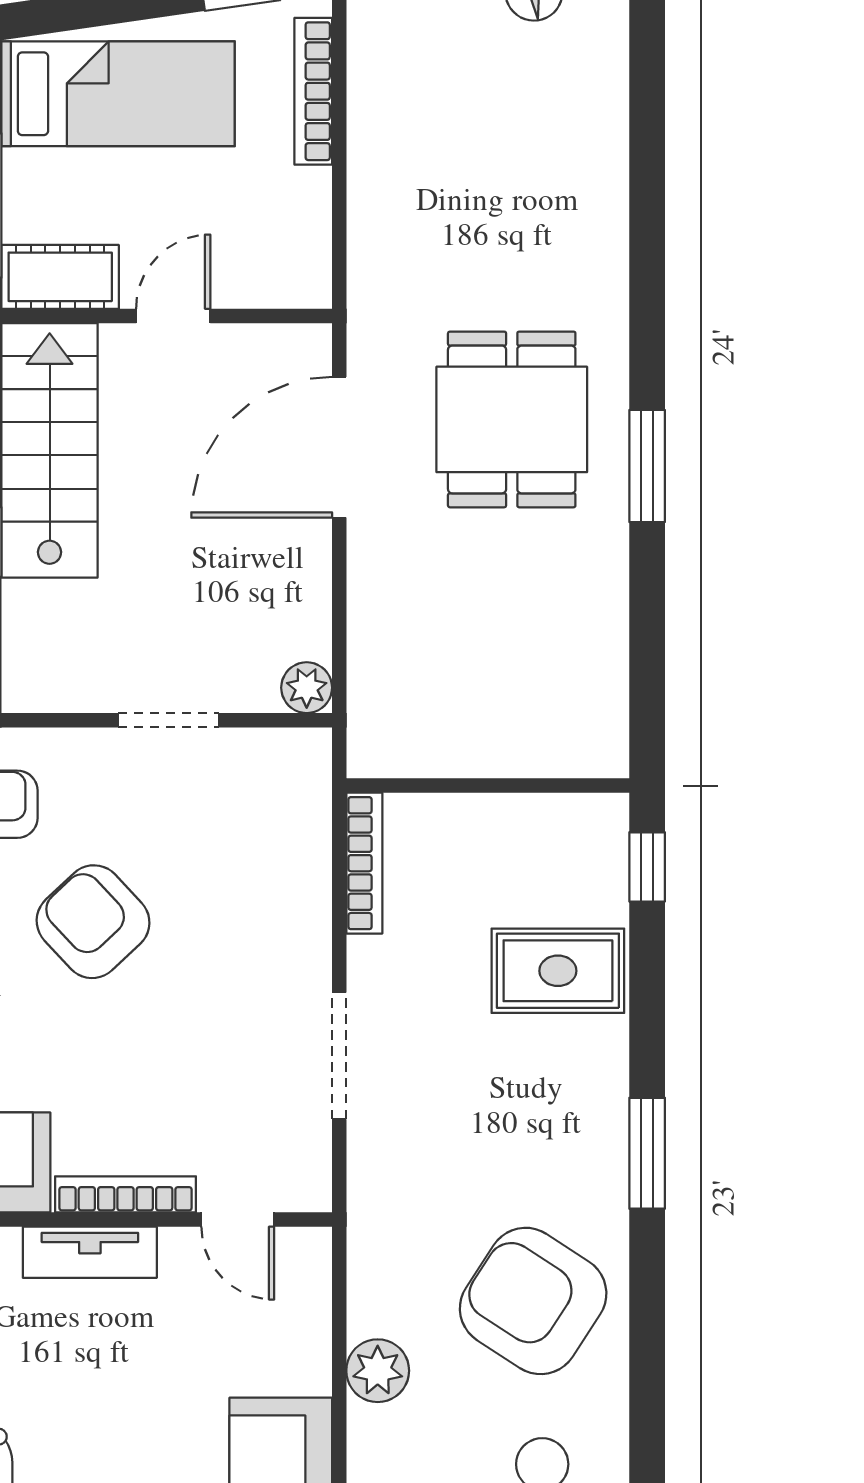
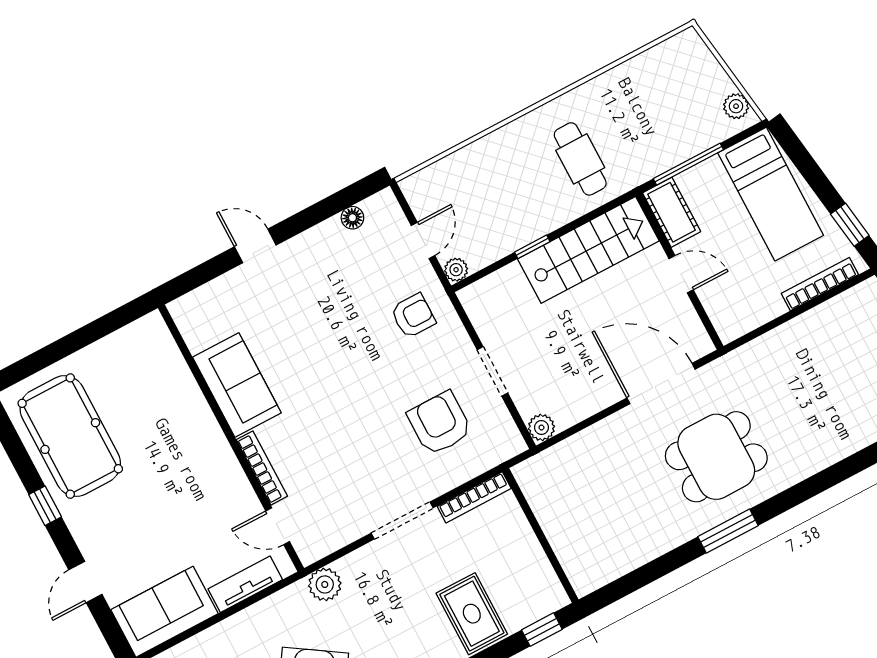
armchair: (93, 922) -> (440, 423), moved, turned -47
doorway: (339, 1056) -> (402, 521), moved
door: (238, 1220) -> (278, 526), hinge flipped
tv unit: (90, 1252) -> (245, 584), moved, turned 90
plant: (378, 1371) -> (325, 584), moved

